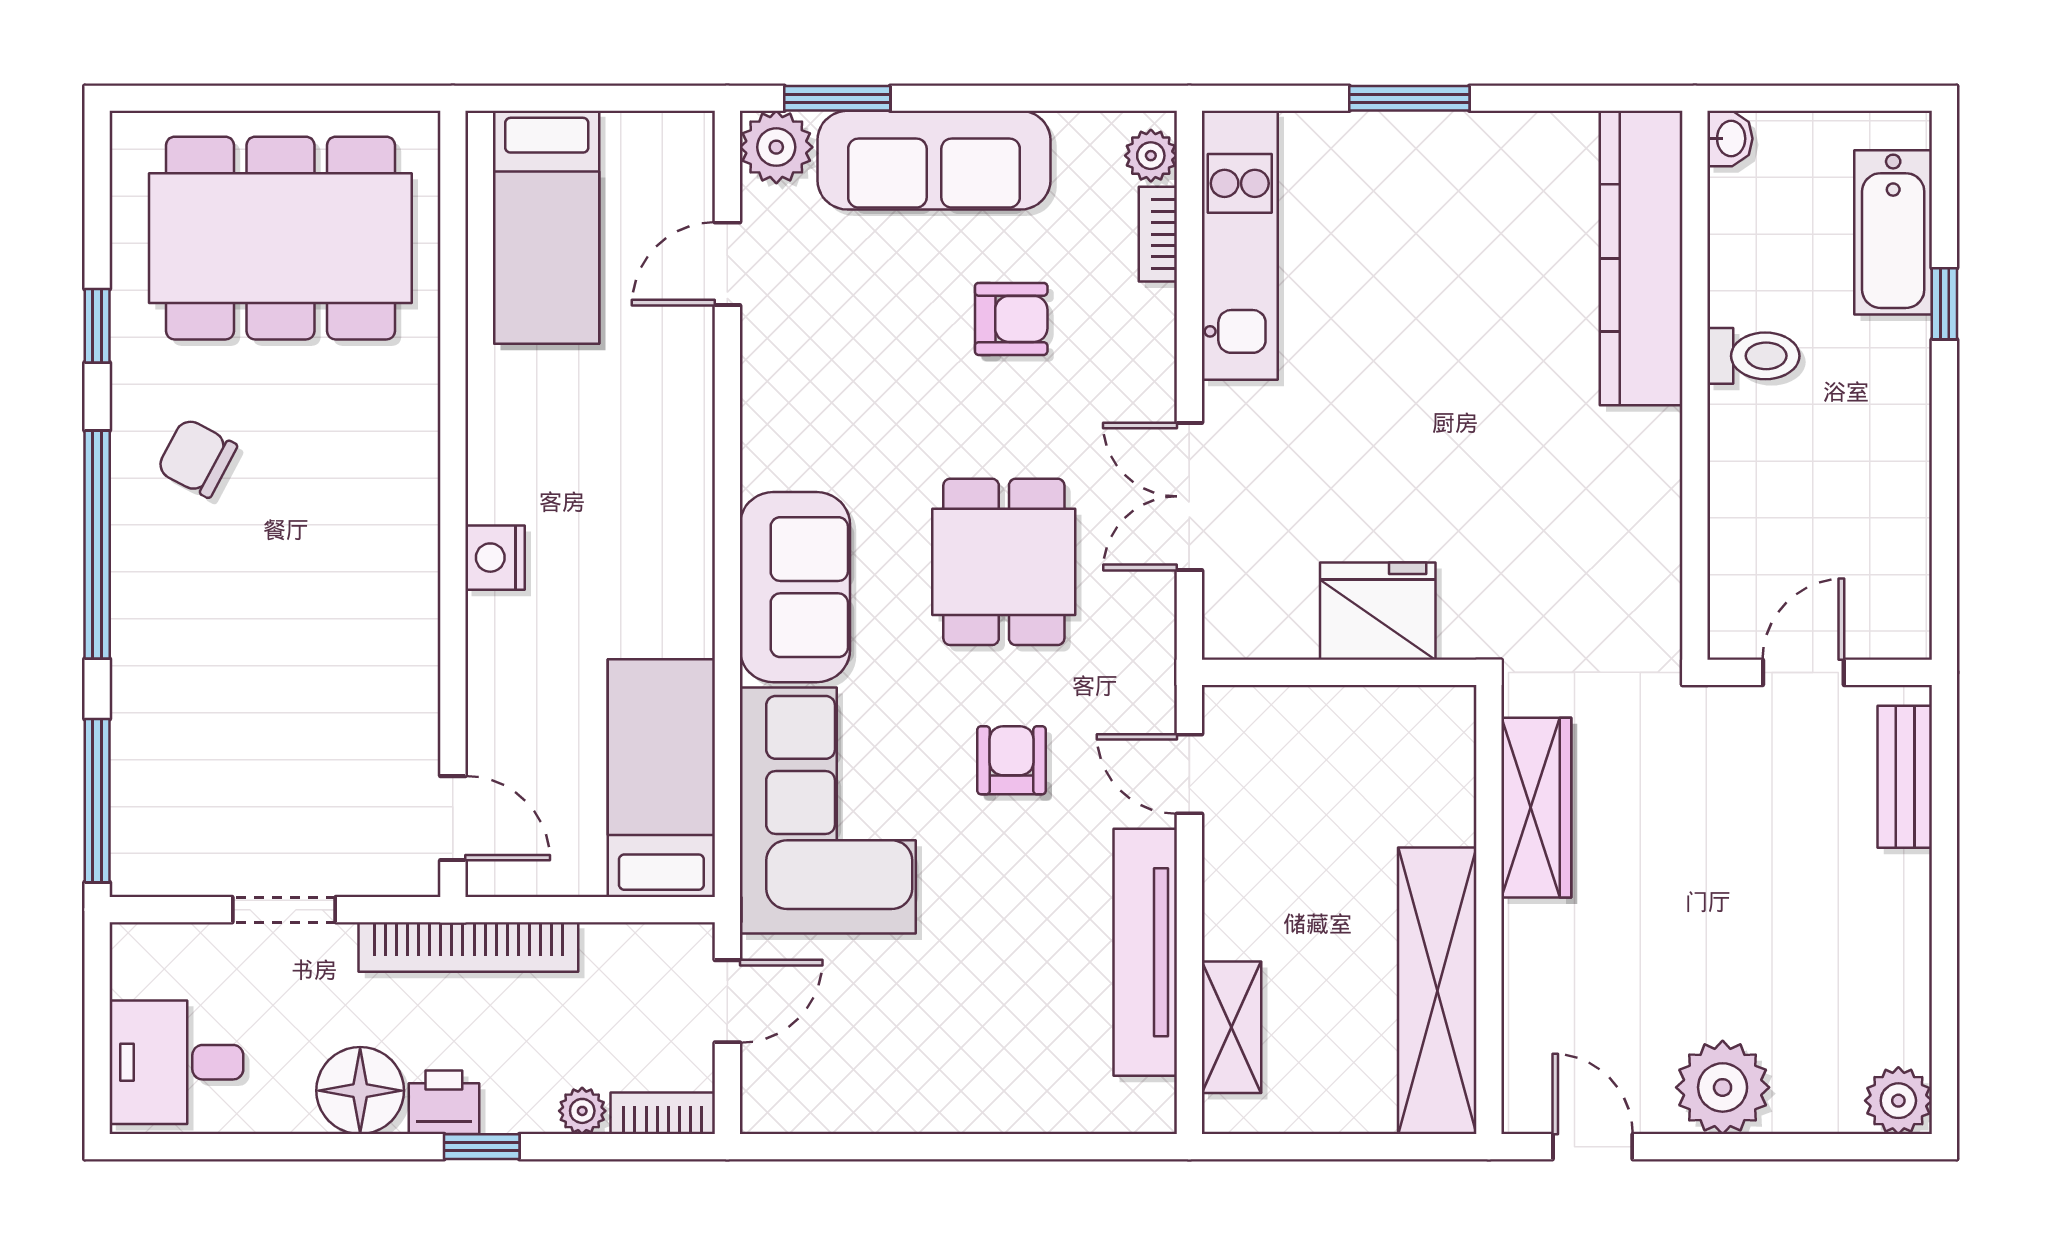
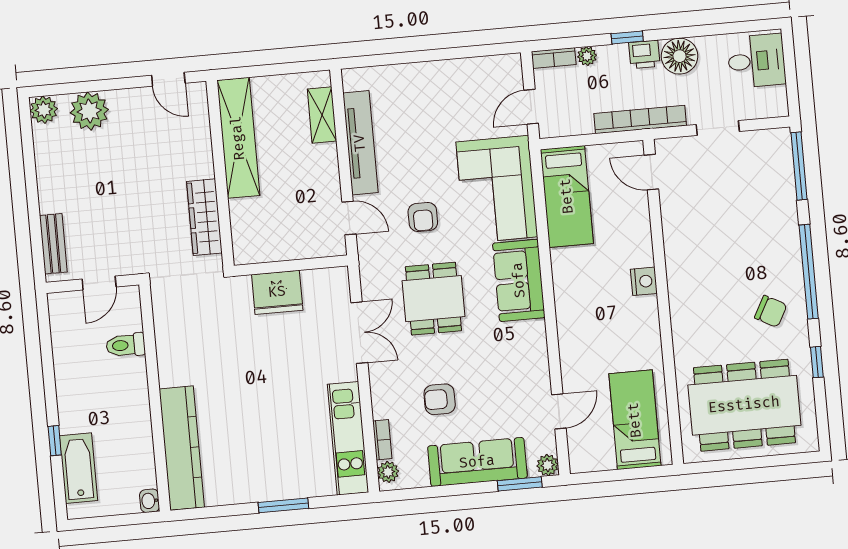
plant: (776, 147) -> (548, 465), width x0.73, depth x0.73
toilet: (1753, 356) -> (126, 345), moved
plant: (1723, 1087) -> (89, 111), moved

